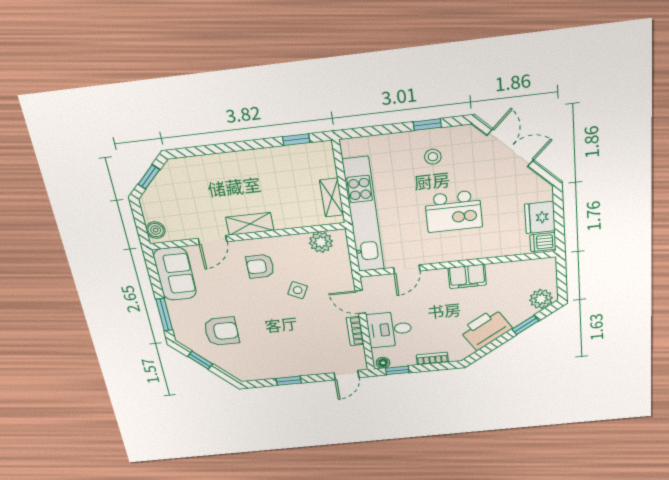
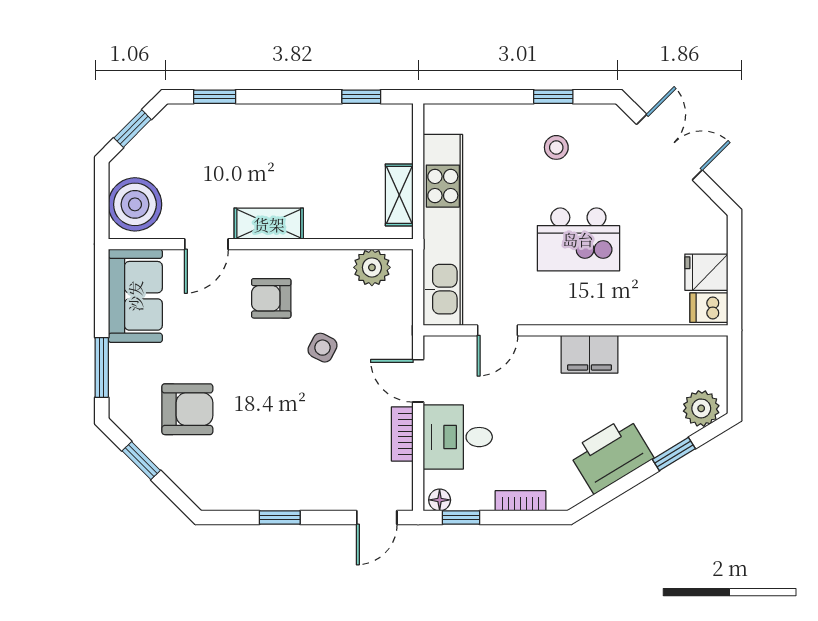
window: (198, 151) -> (215, 97), added
fridge: (540, 217) -> (706, 272), width x0.72
boiler: (156, 230) -> (135, 204), width x1.86, depth x1.86

